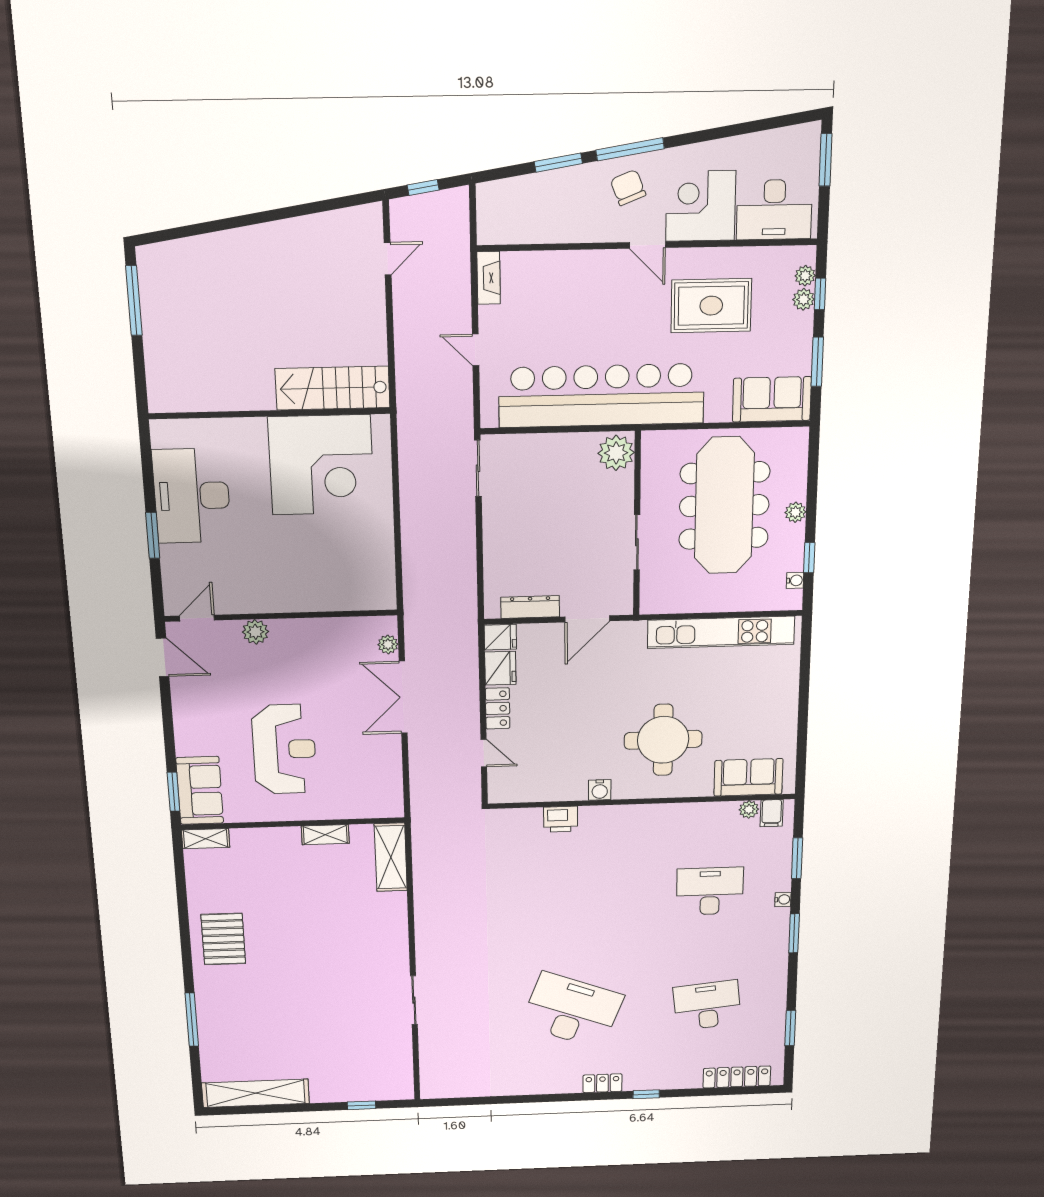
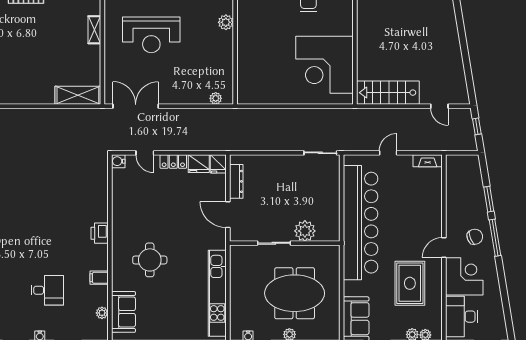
stairs: (333, 388) -> (388, 93), moved, turned -90
plant: (616, 453) -> (305, 231), moved
meeting table: (724, 506) -> (295, 293), width x0.73
double door: (403, 697) -> (136, 106), moved
round table: (663, 740) -> (150, 260), width x0.73, depth x0.73
door: (484, 753) -> (145, 153), hinge flipped
water cooler: (600, 790) -> (118, 161), moved
filing cabinet: (772, 813) -> (99, 278), moved
printer: (561, 819) -> (100, 233), moved
shelving: (325, 835) -> (94, 30), moved
desk: (710, 891) -> (47, 290), width x0.73

